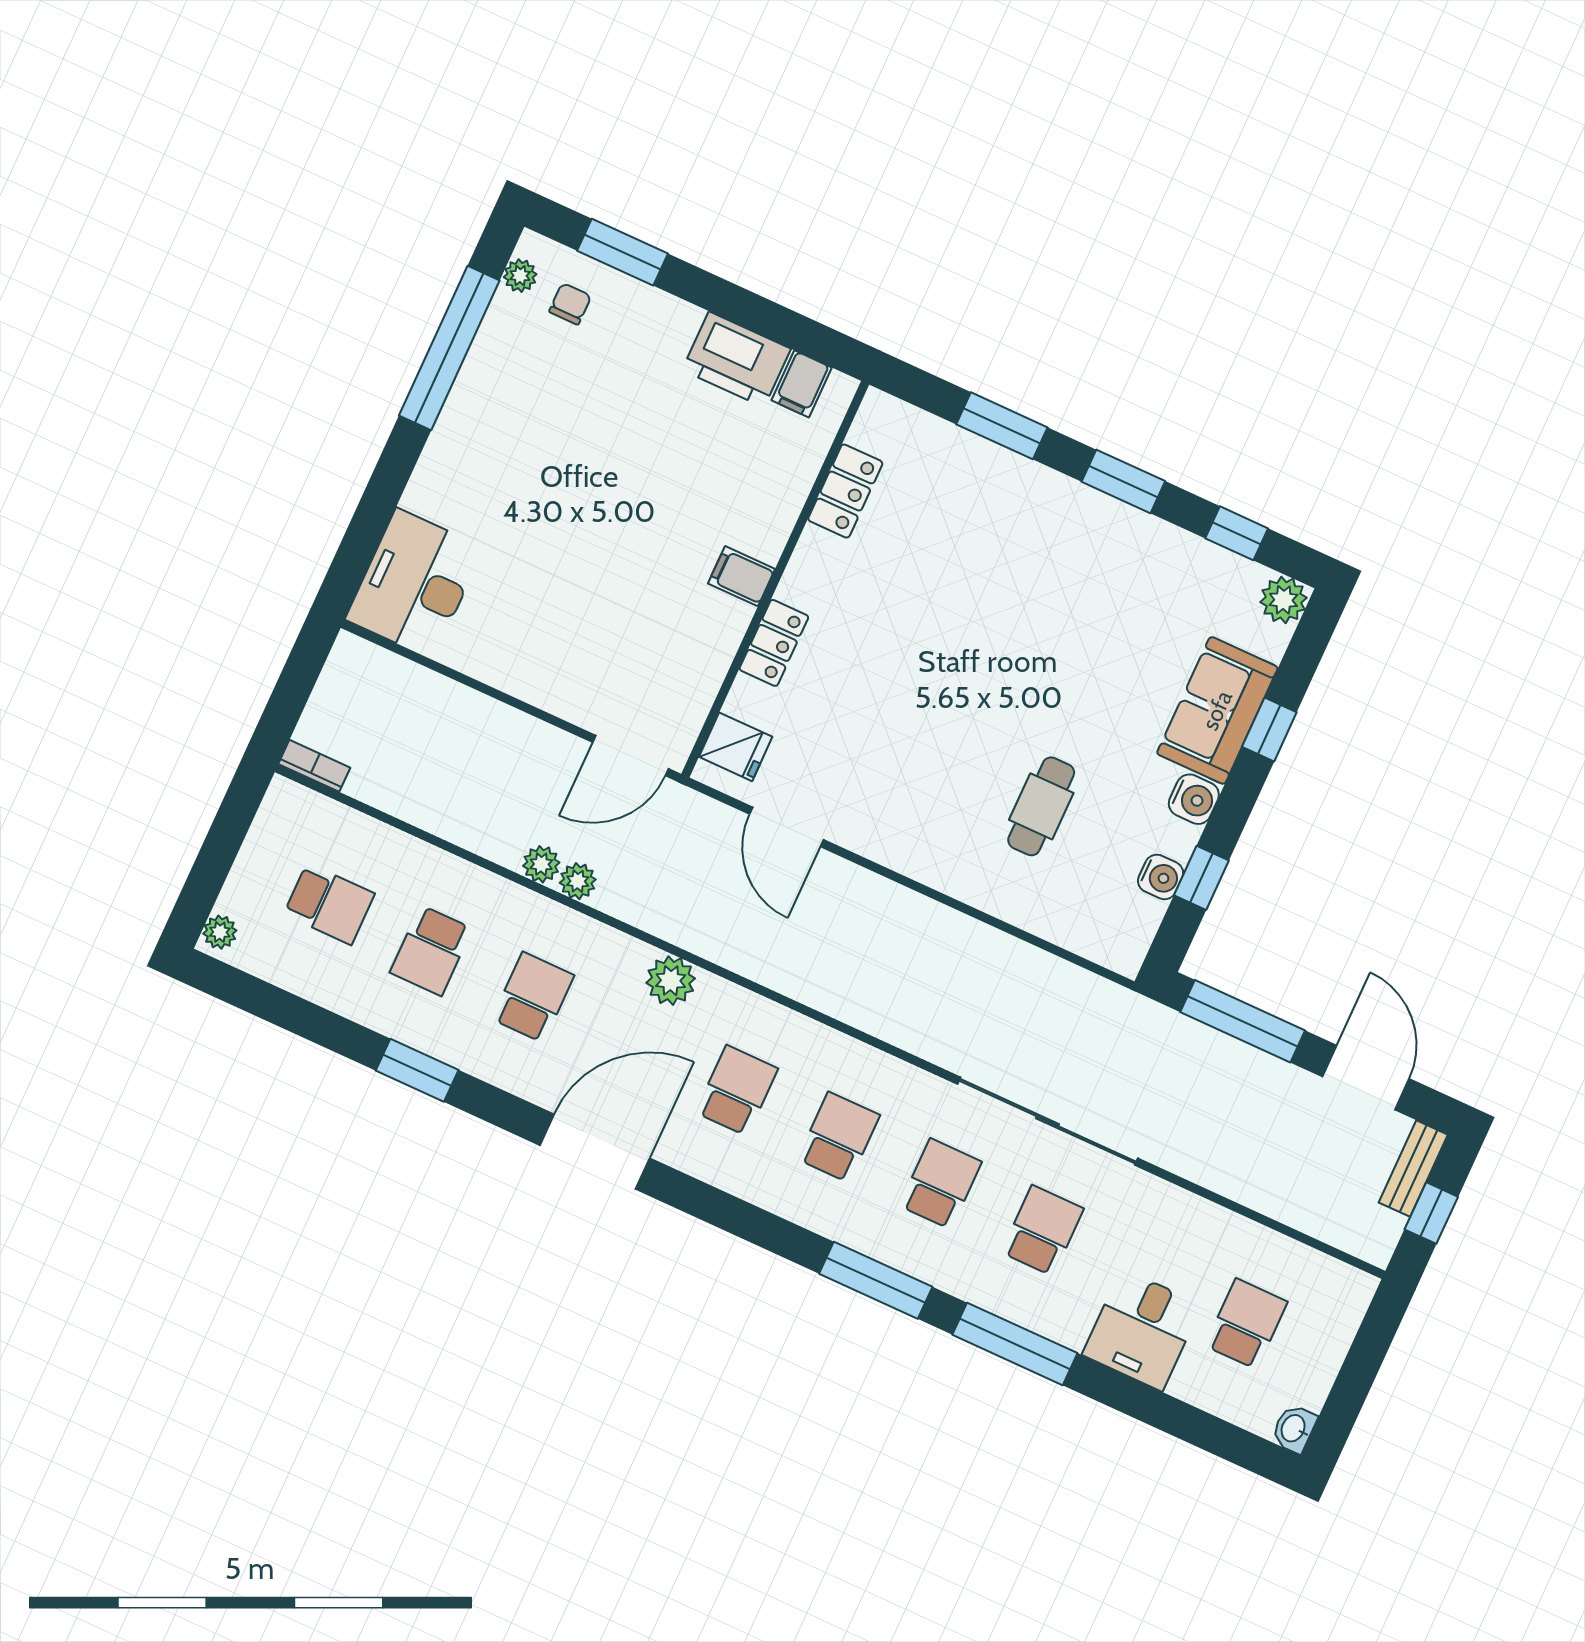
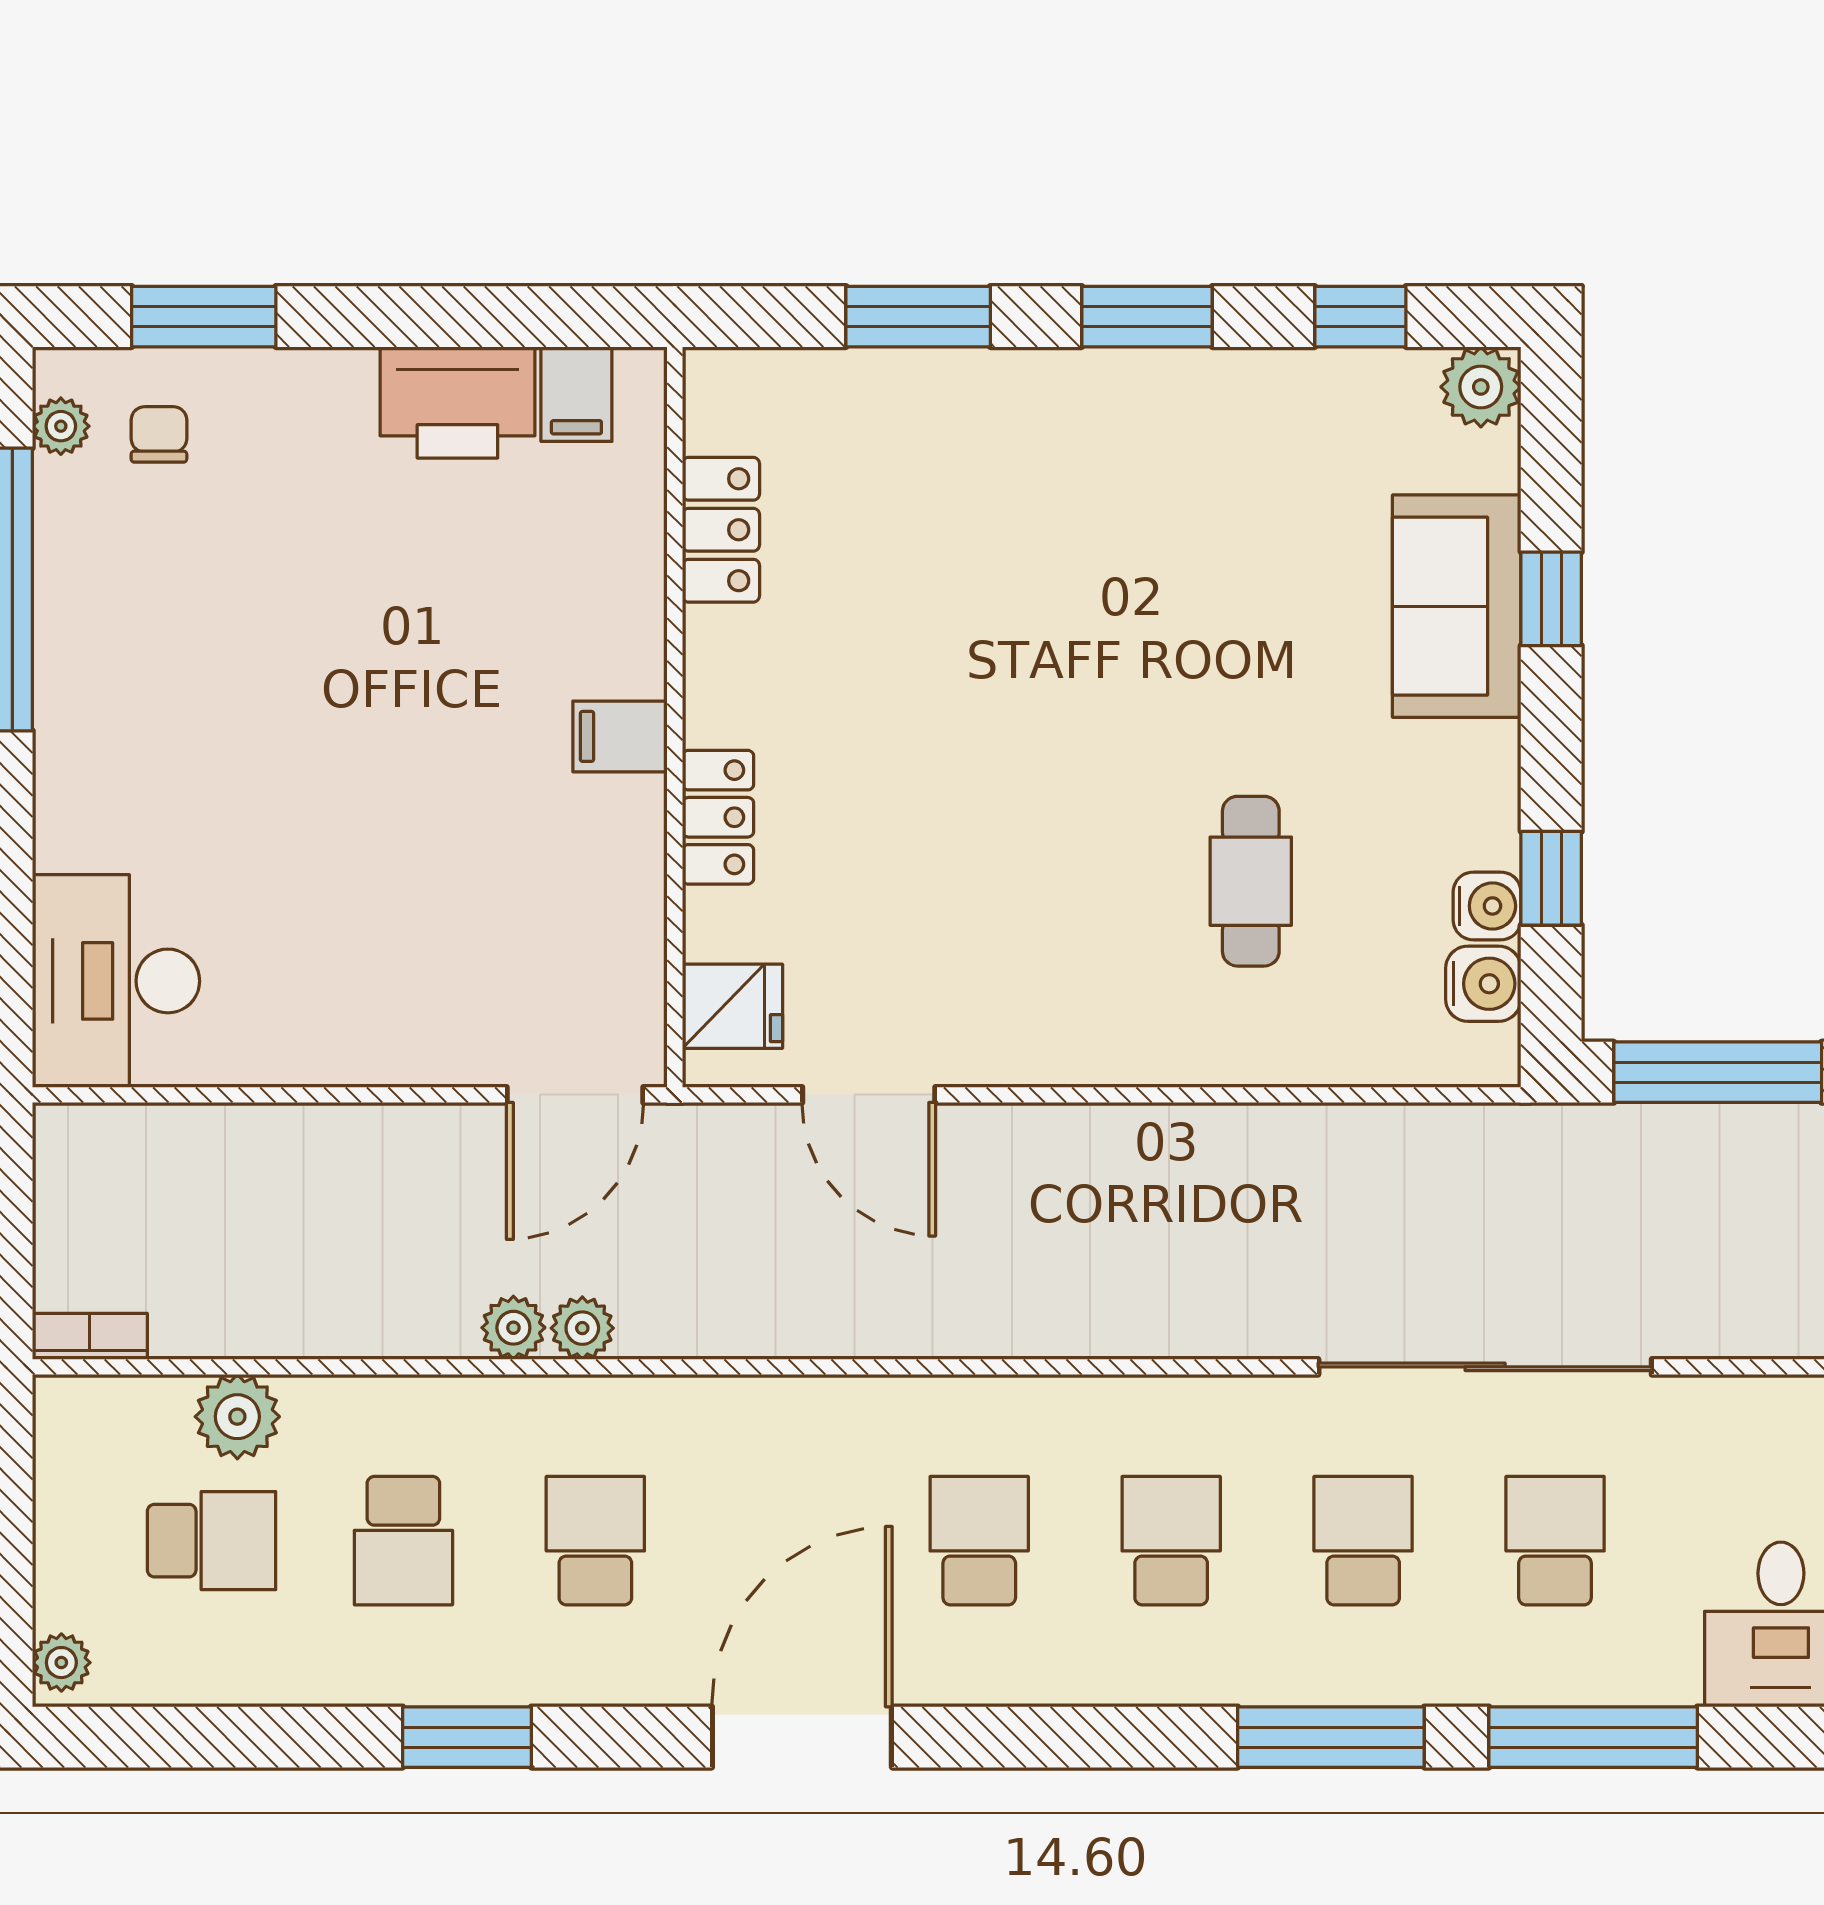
water cooler: (1194, 799) -> (1483, 984), moved
plant: (671, 981) -> (237, 1417), moved

